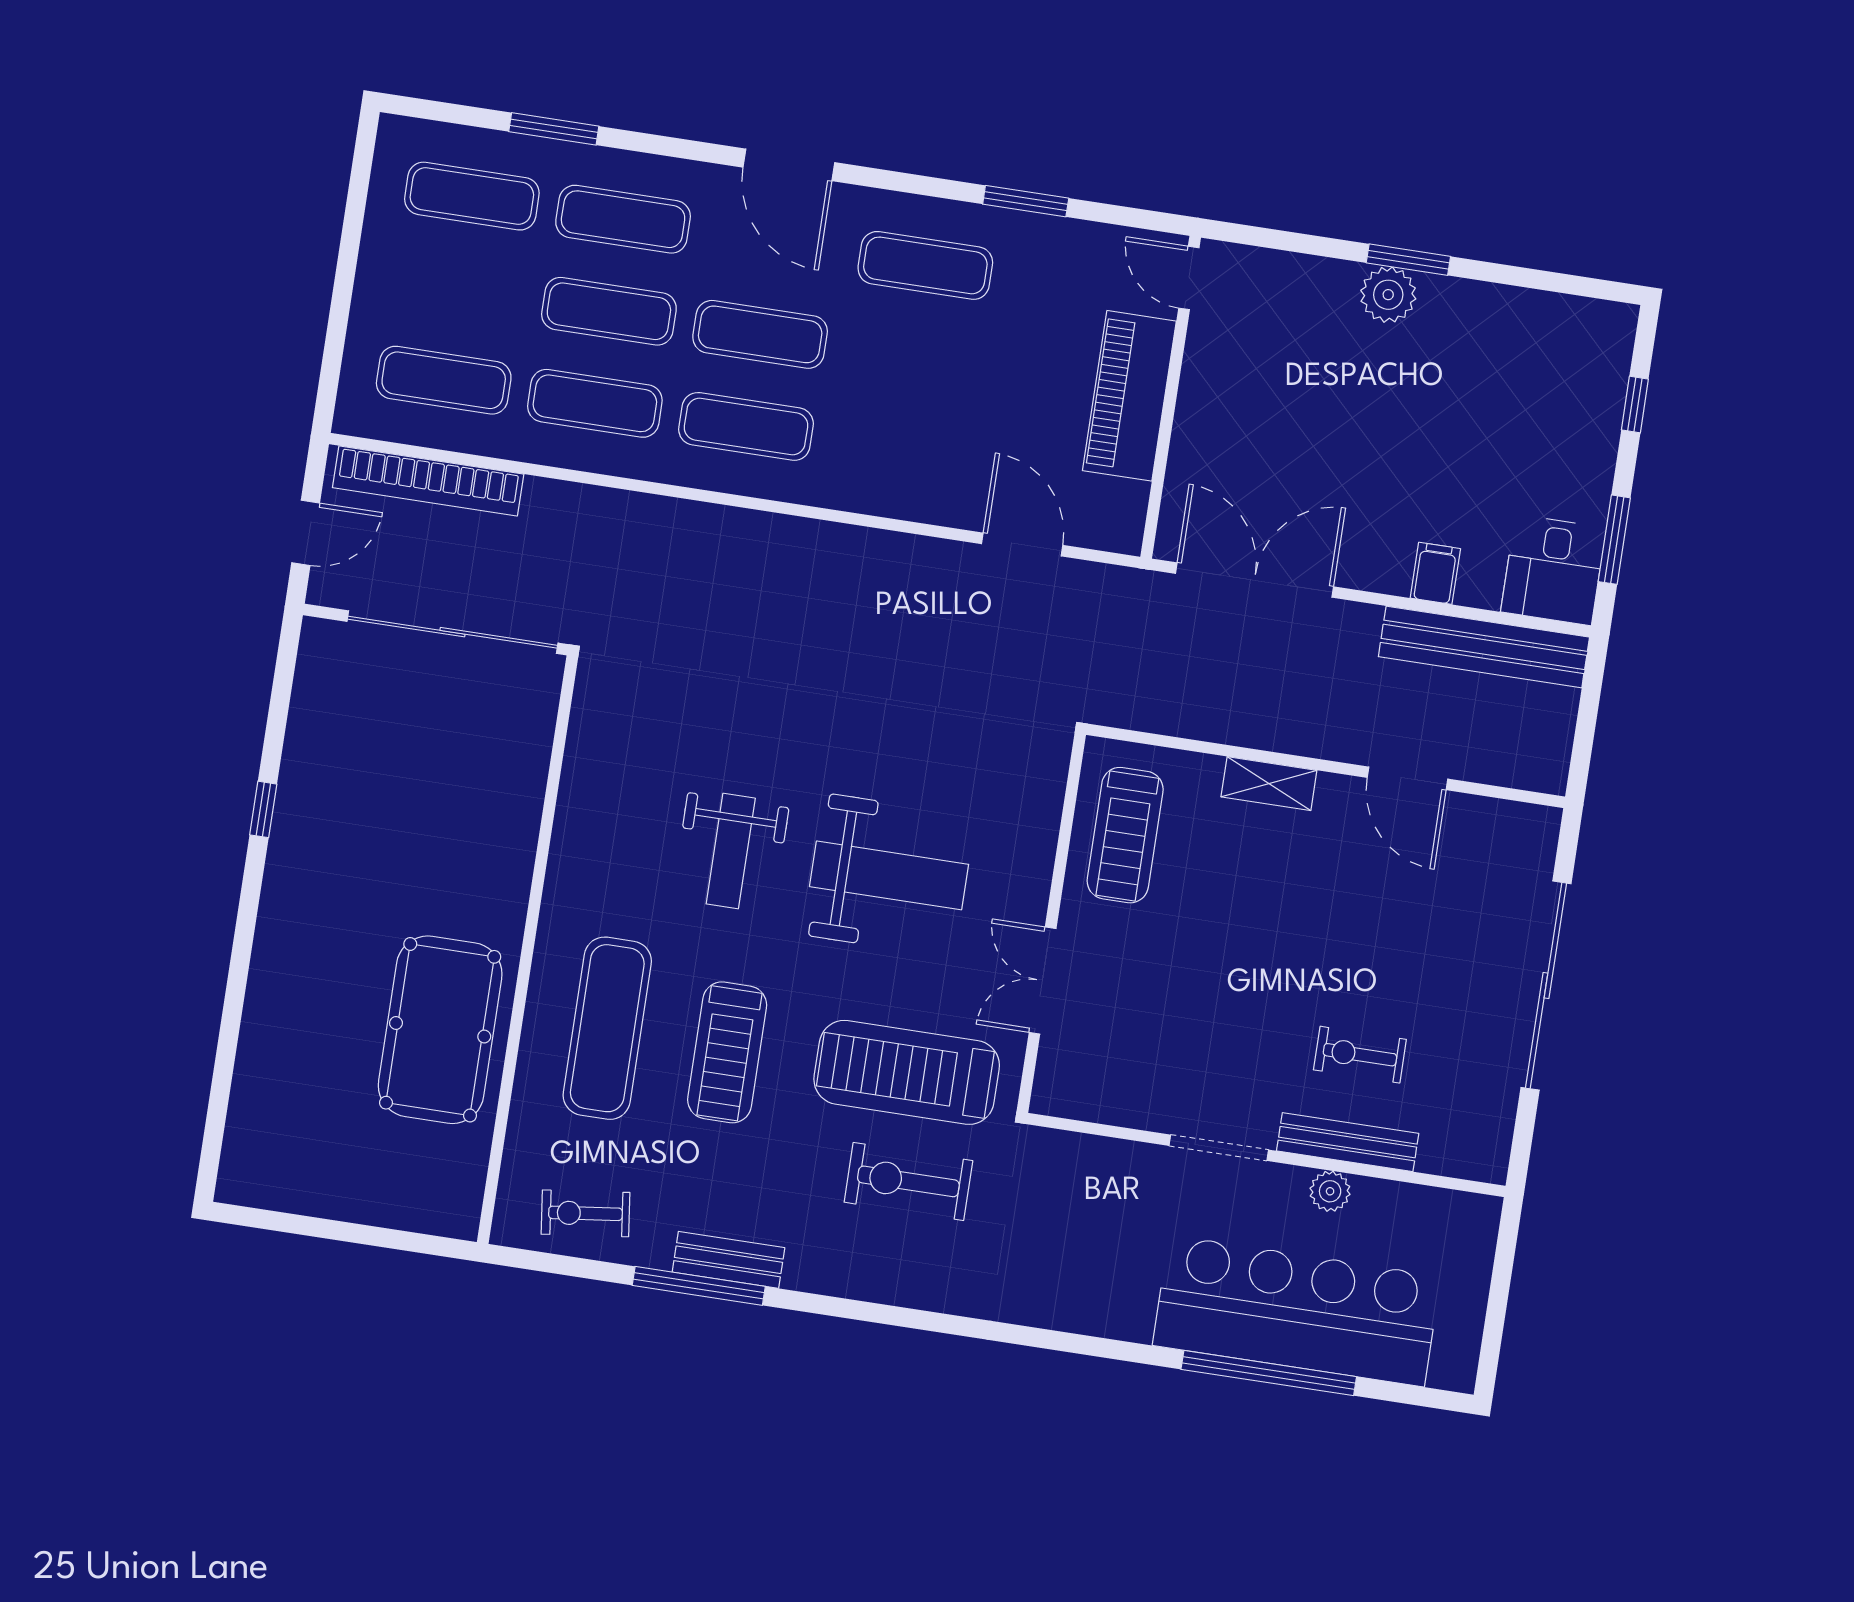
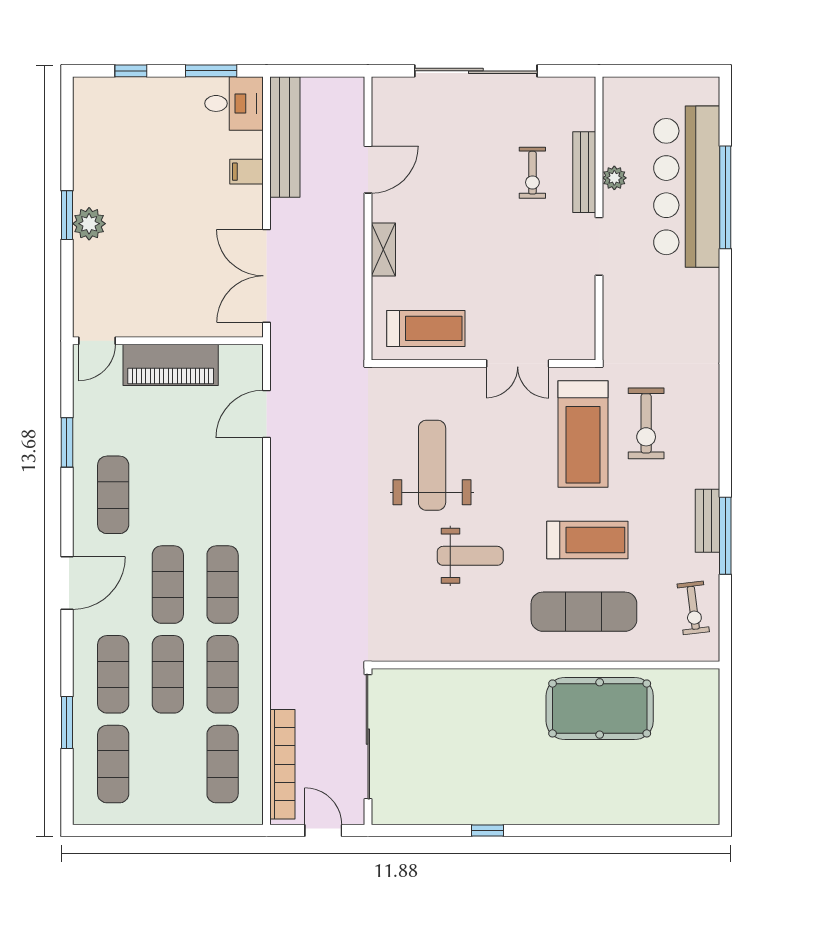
weight bench: (889, 875) -> (432, 465), moved

